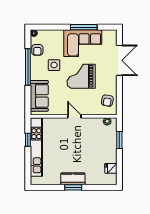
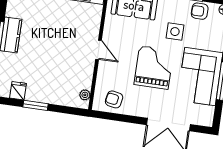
door: (74, 116) -> (99, 50), hinge flipped
window: (119, 140) -> (35, 105), moved

